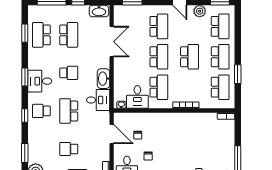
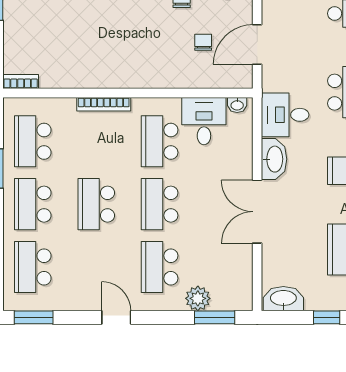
plant: (200, 11) -> (198, 298), moved
double door: (112, 42) -> (257, 212), moved
door: (112, 134) -> (257, 45), hinge flipped

